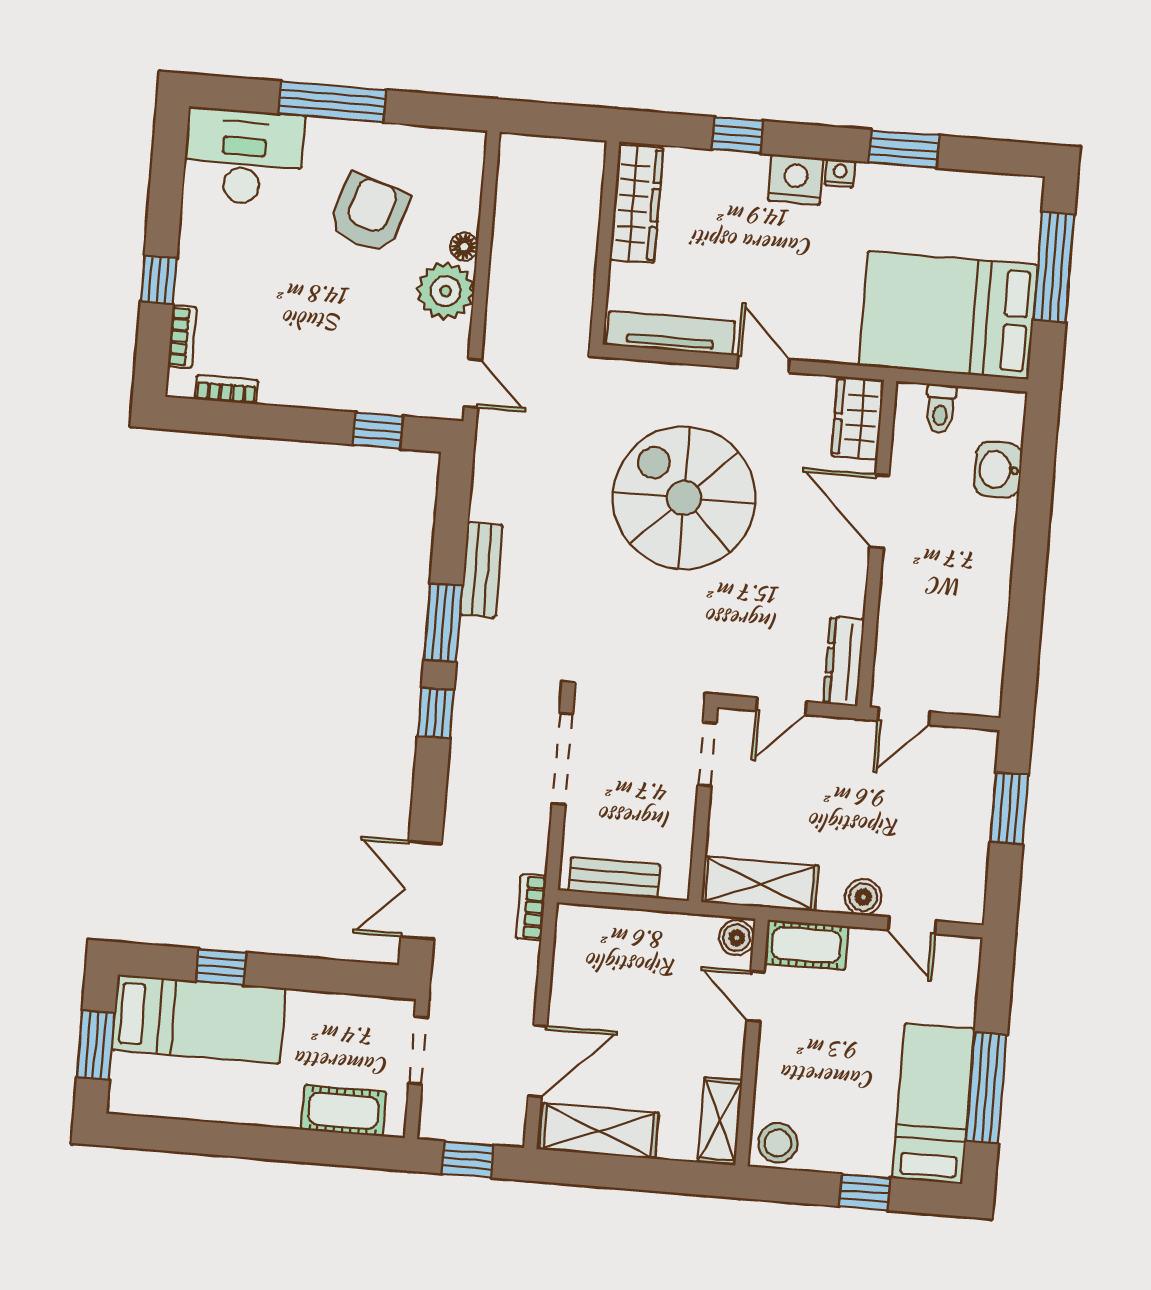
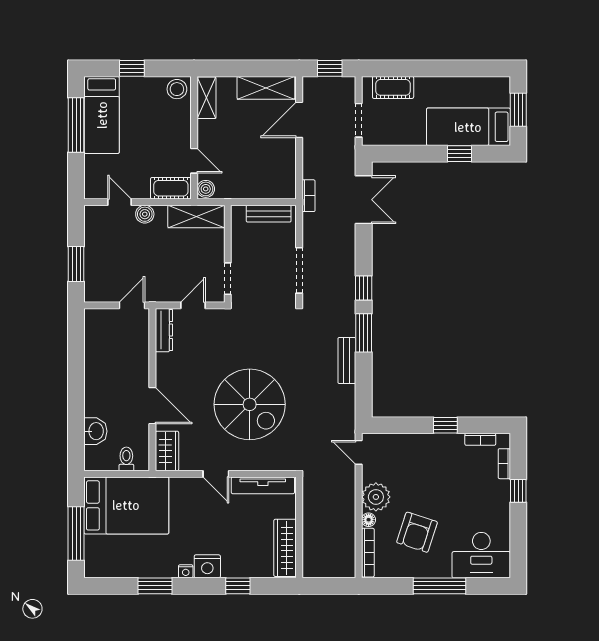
bookcase: (471, 181) -> (368, 553), added
window: (378, 430) -> (445, 425), moved

